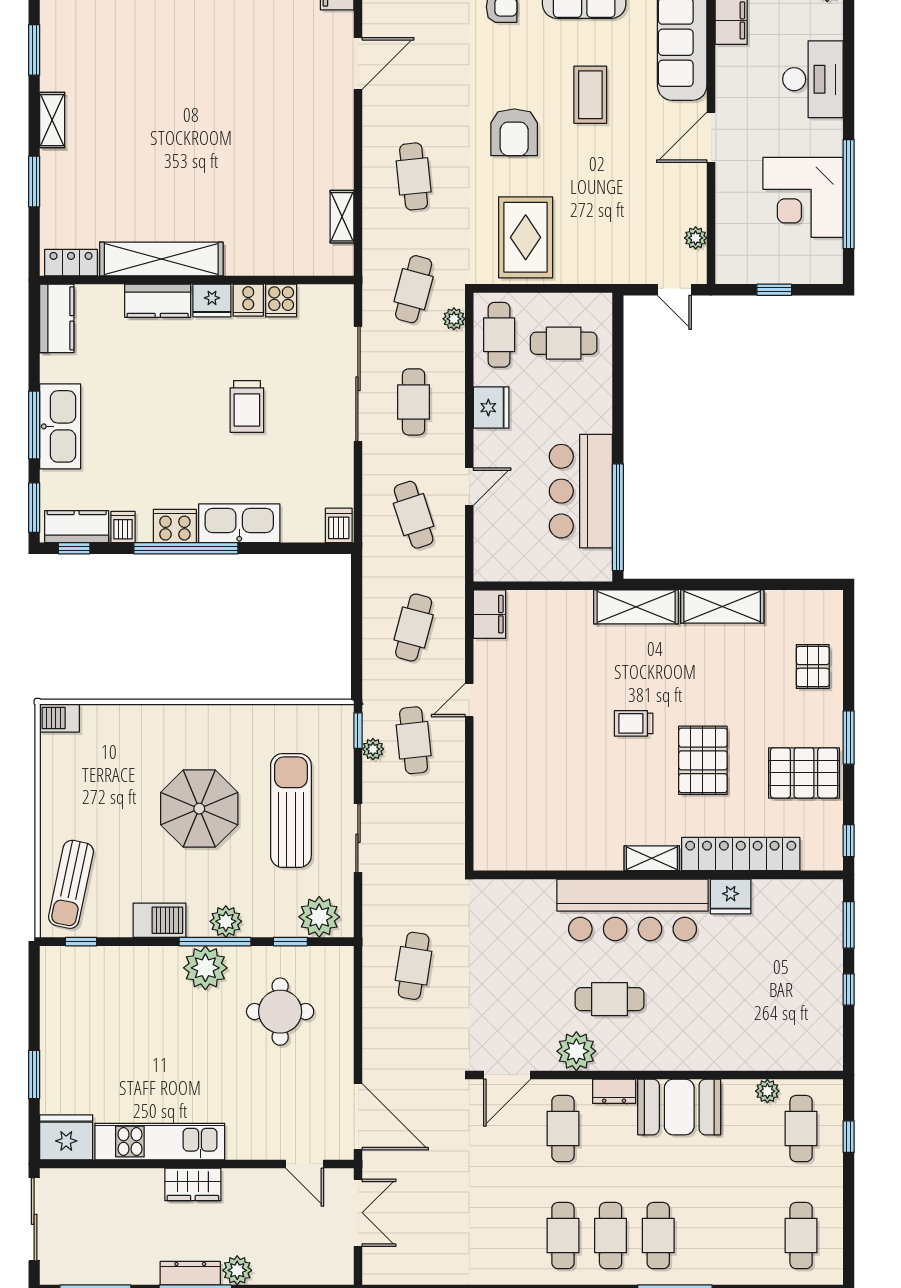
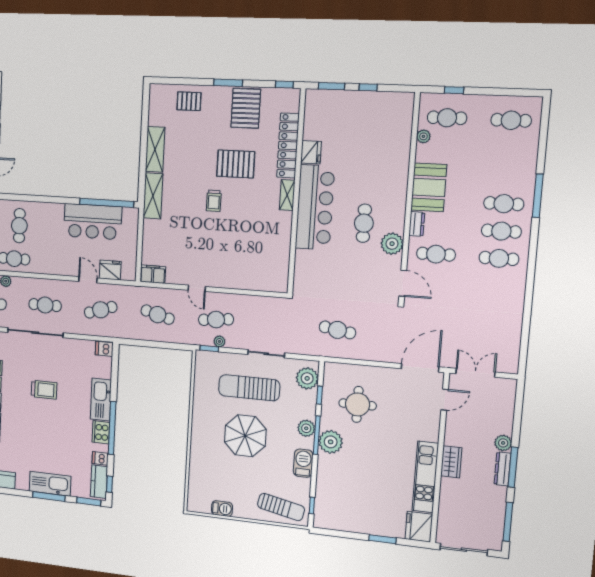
fridge: (491, 408) -> (110, 270), moved
barbecue: (60, 718) -> (222, 509), moved, turned -90

